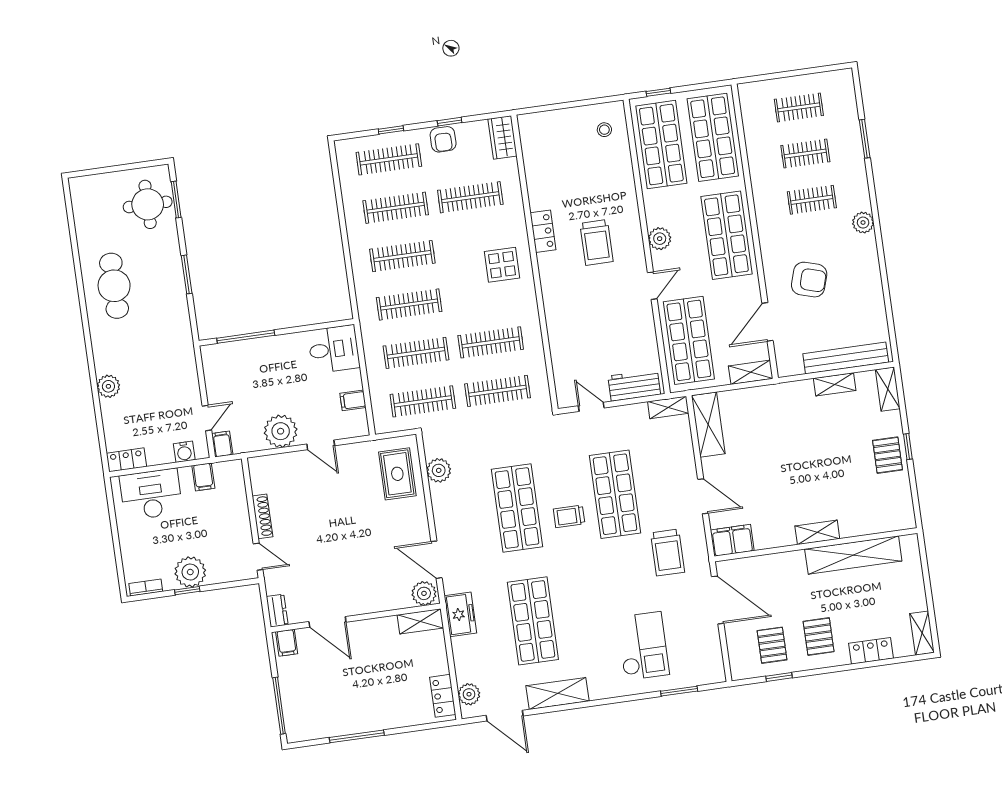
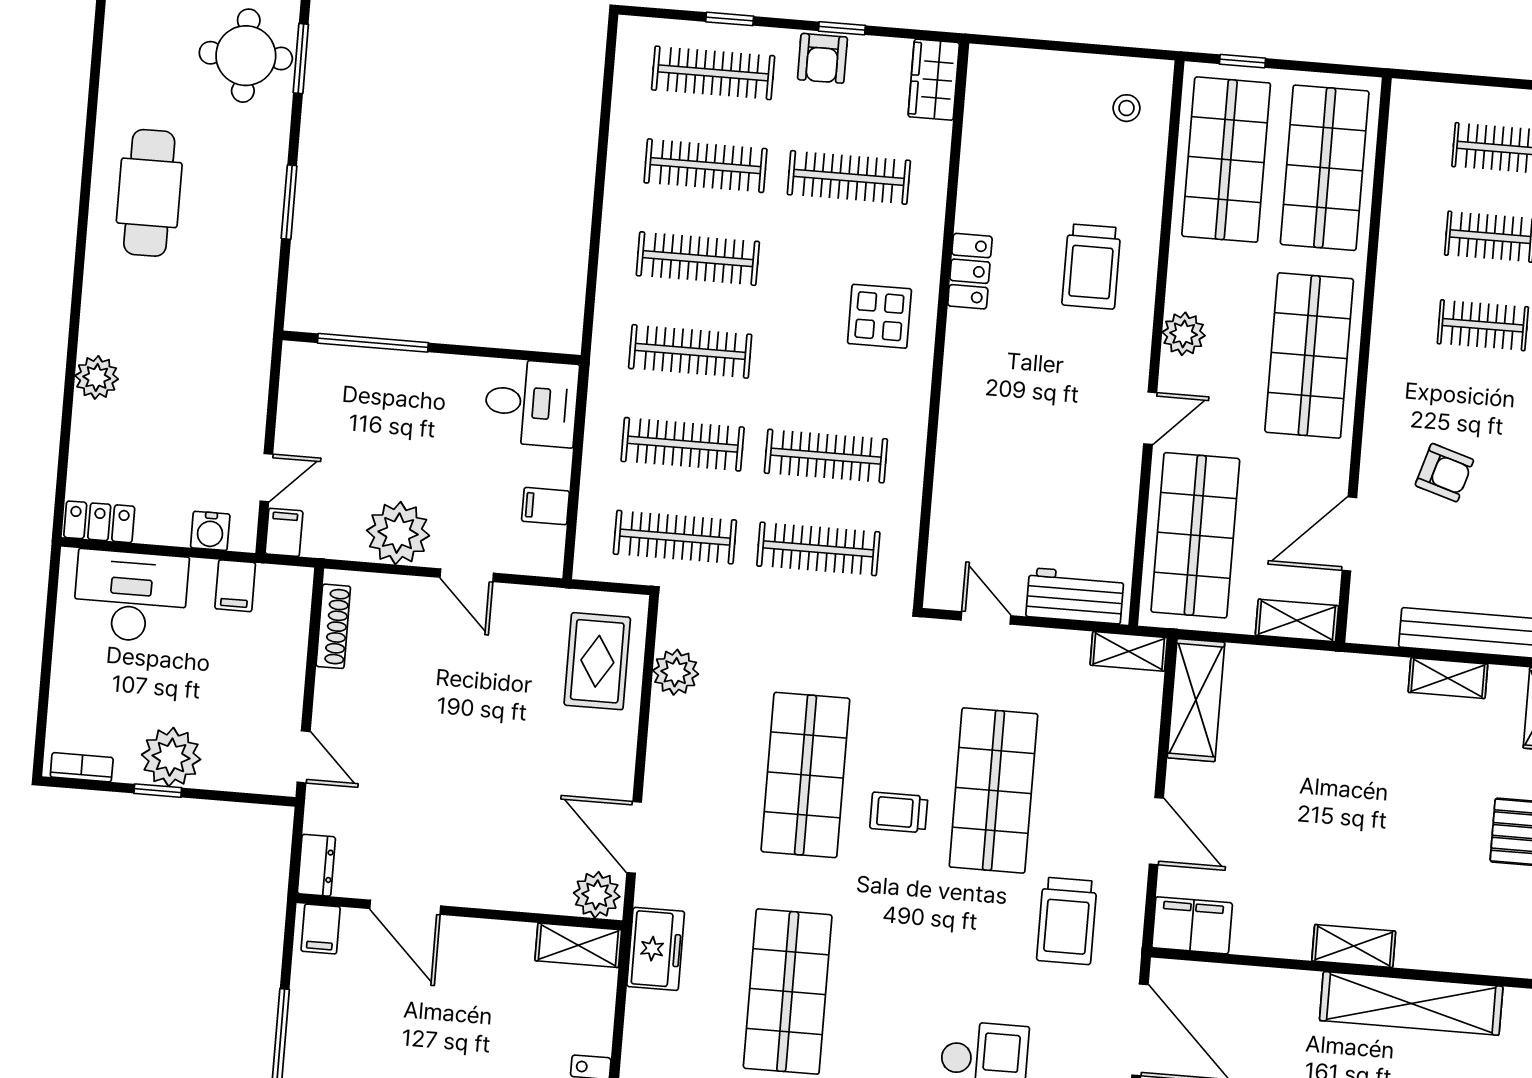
trolley: (596, 242) -> (1091, 266), moved
armchair: (809, 280) -> (1444, 473), width x0.72, depth x0.72
shoe rack: (262, 516) -> (333, 626), moved

